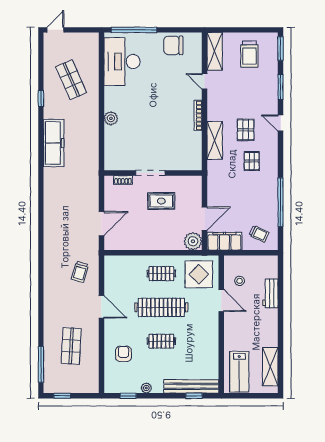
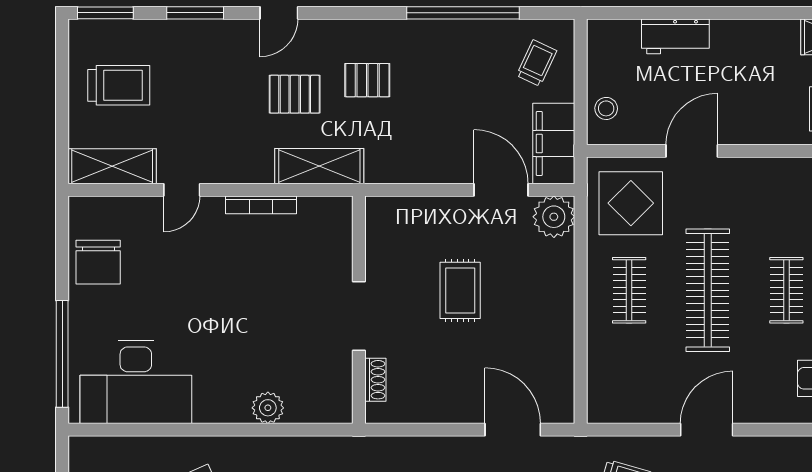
doorway: (150, 173) -> (359, 316), moved
wall: (153, 173) -> (359, 310), moved
shoe rack: (123, 180) -> (375, 380), moved
stool: (240, 281) -> (606, 108), moved

